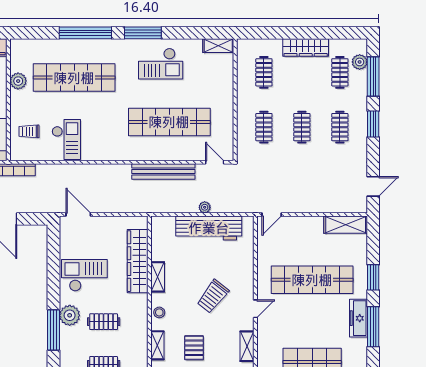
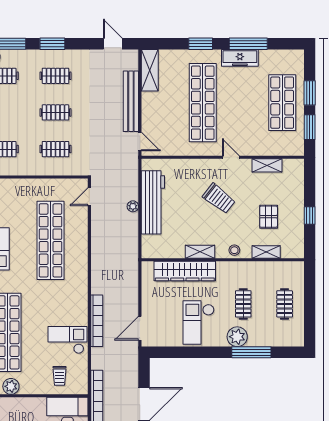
bookcase: (86, 170) -> (97, 321), added
bench: (163, 172) -> (131, 101), moved
pallet: (194, 348) -> (269, 217), turned 90

